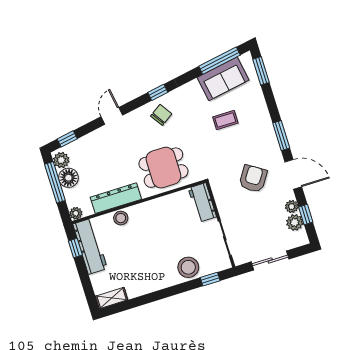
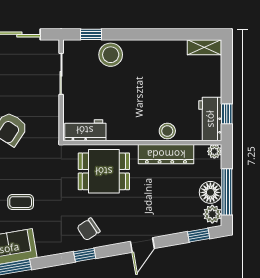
workbench: (202, 202) -> (85, 130), moved, turned -90
workbench: (90, 246) -> (210, 119), width x0.73

